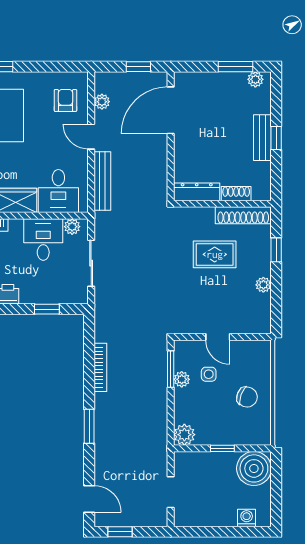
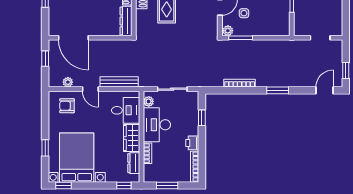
door: (91, 137) -> (90, 89), hinge flipped
desk: (43, 240) -> (157, 125), width x1.37
plant: (182, 379) -> (228, 31), moved
plant: (184, 435) -> (283, 29), removed

